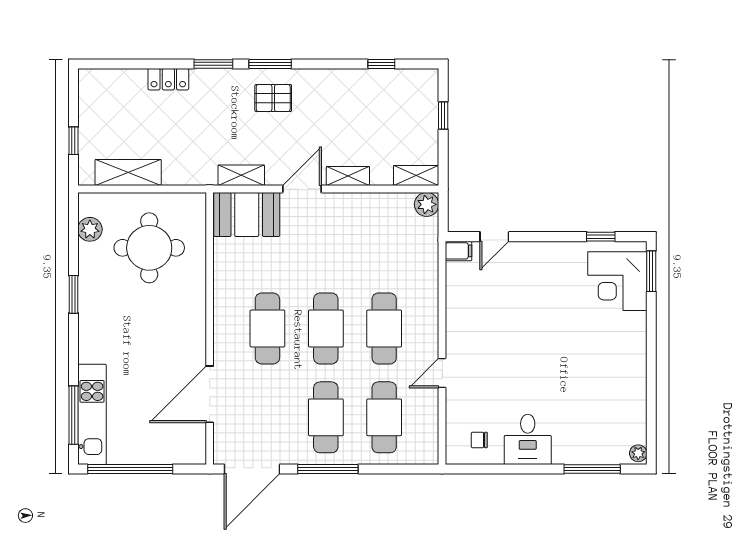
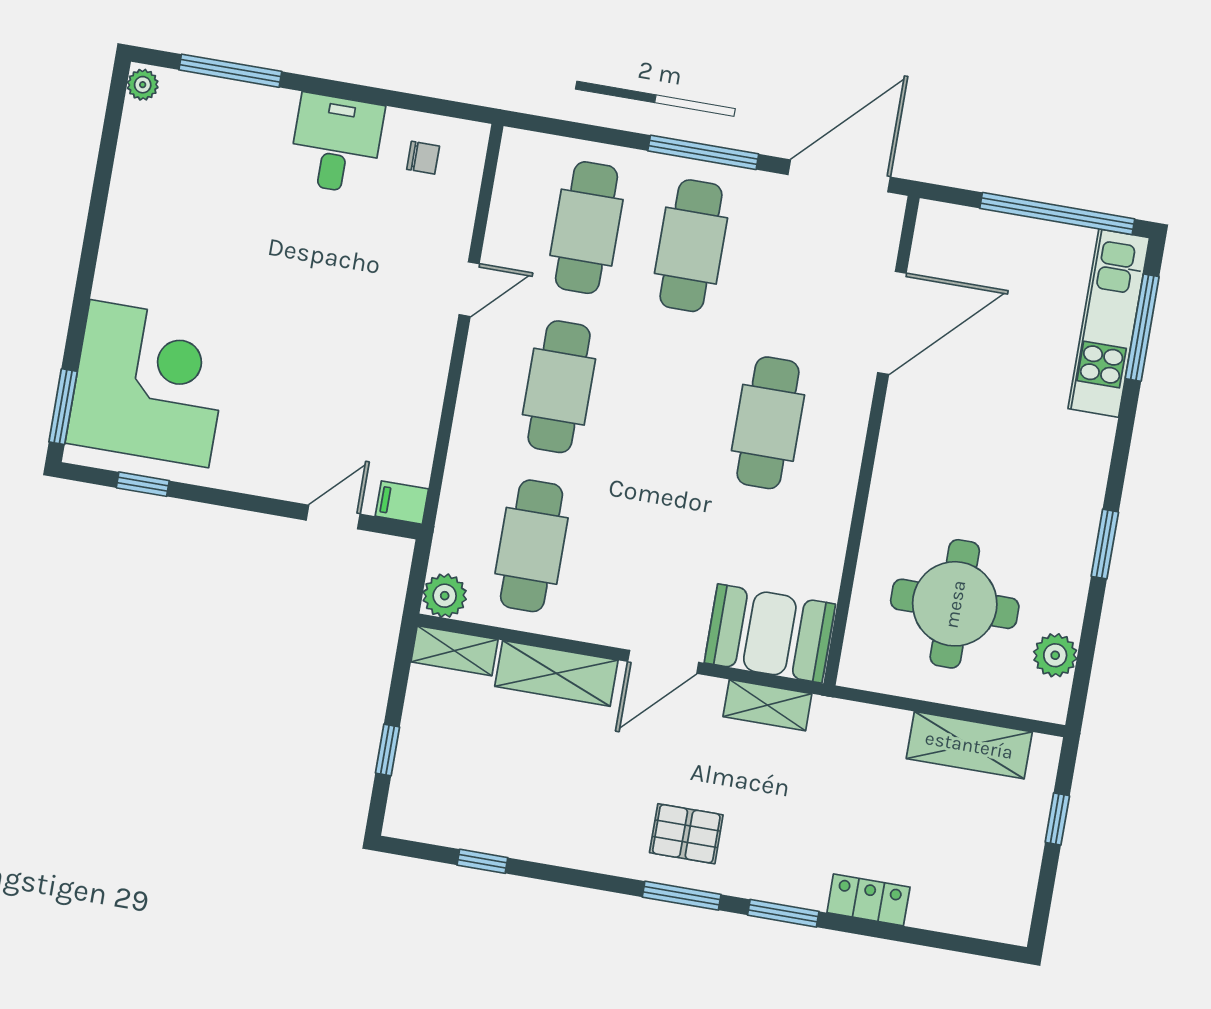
shelving: (348, 176) -> (556, 673), width x1.50, depth x1.33
corner desk: (617, 281) -> (149, 384), width x1.36, depth x1.36
cafe table: (326, 328) -> (532, 546), moved

